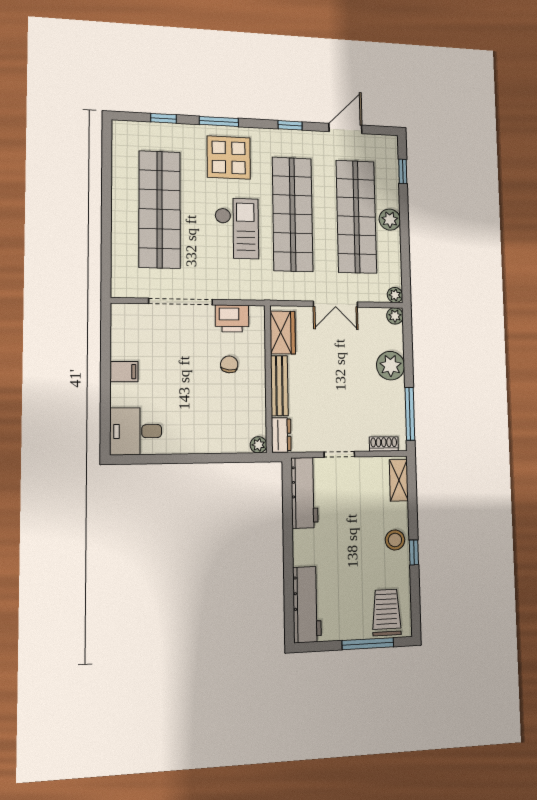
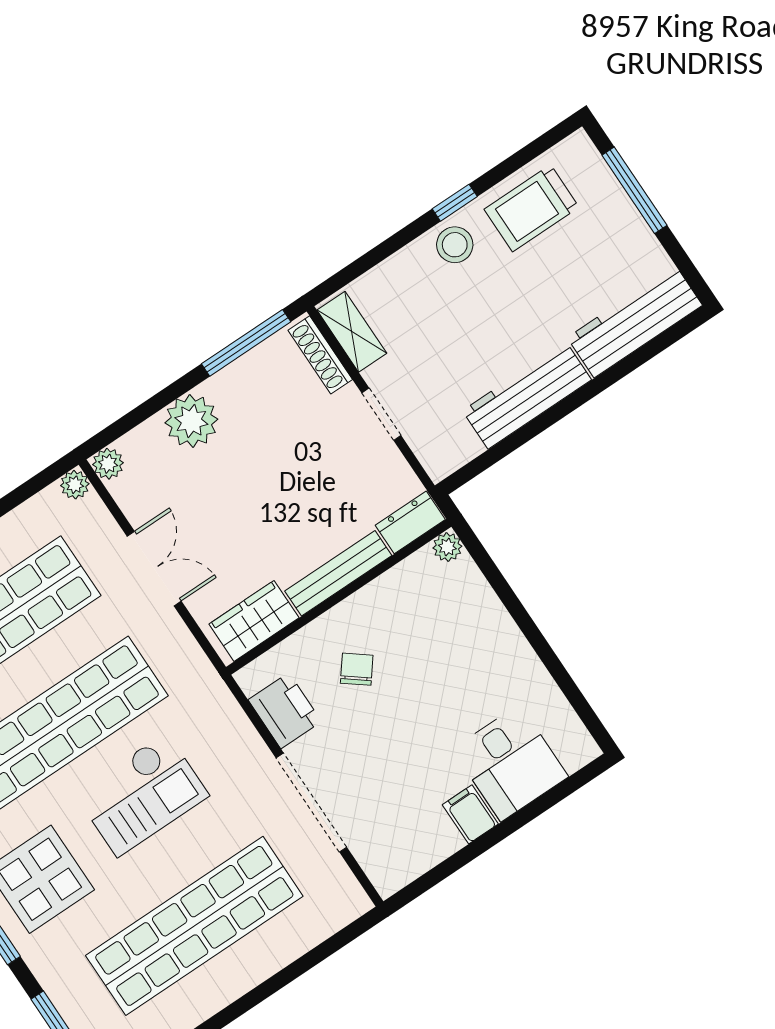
checkout: (237, 228) -> (142, 795), turned 180
chair: (229, 364) -> (357, 669), turned 123
desk: (136, 431) -> (510, 763), moved
shoe rack: (384, 444) -> (320, 355), width x1.43
shelving: (399, 480) -> (352, 332), moved, turned 90
workbench: (304, 493) -> (527, 395), moved
trolley: (386, 612) -> (532, 208), moved

